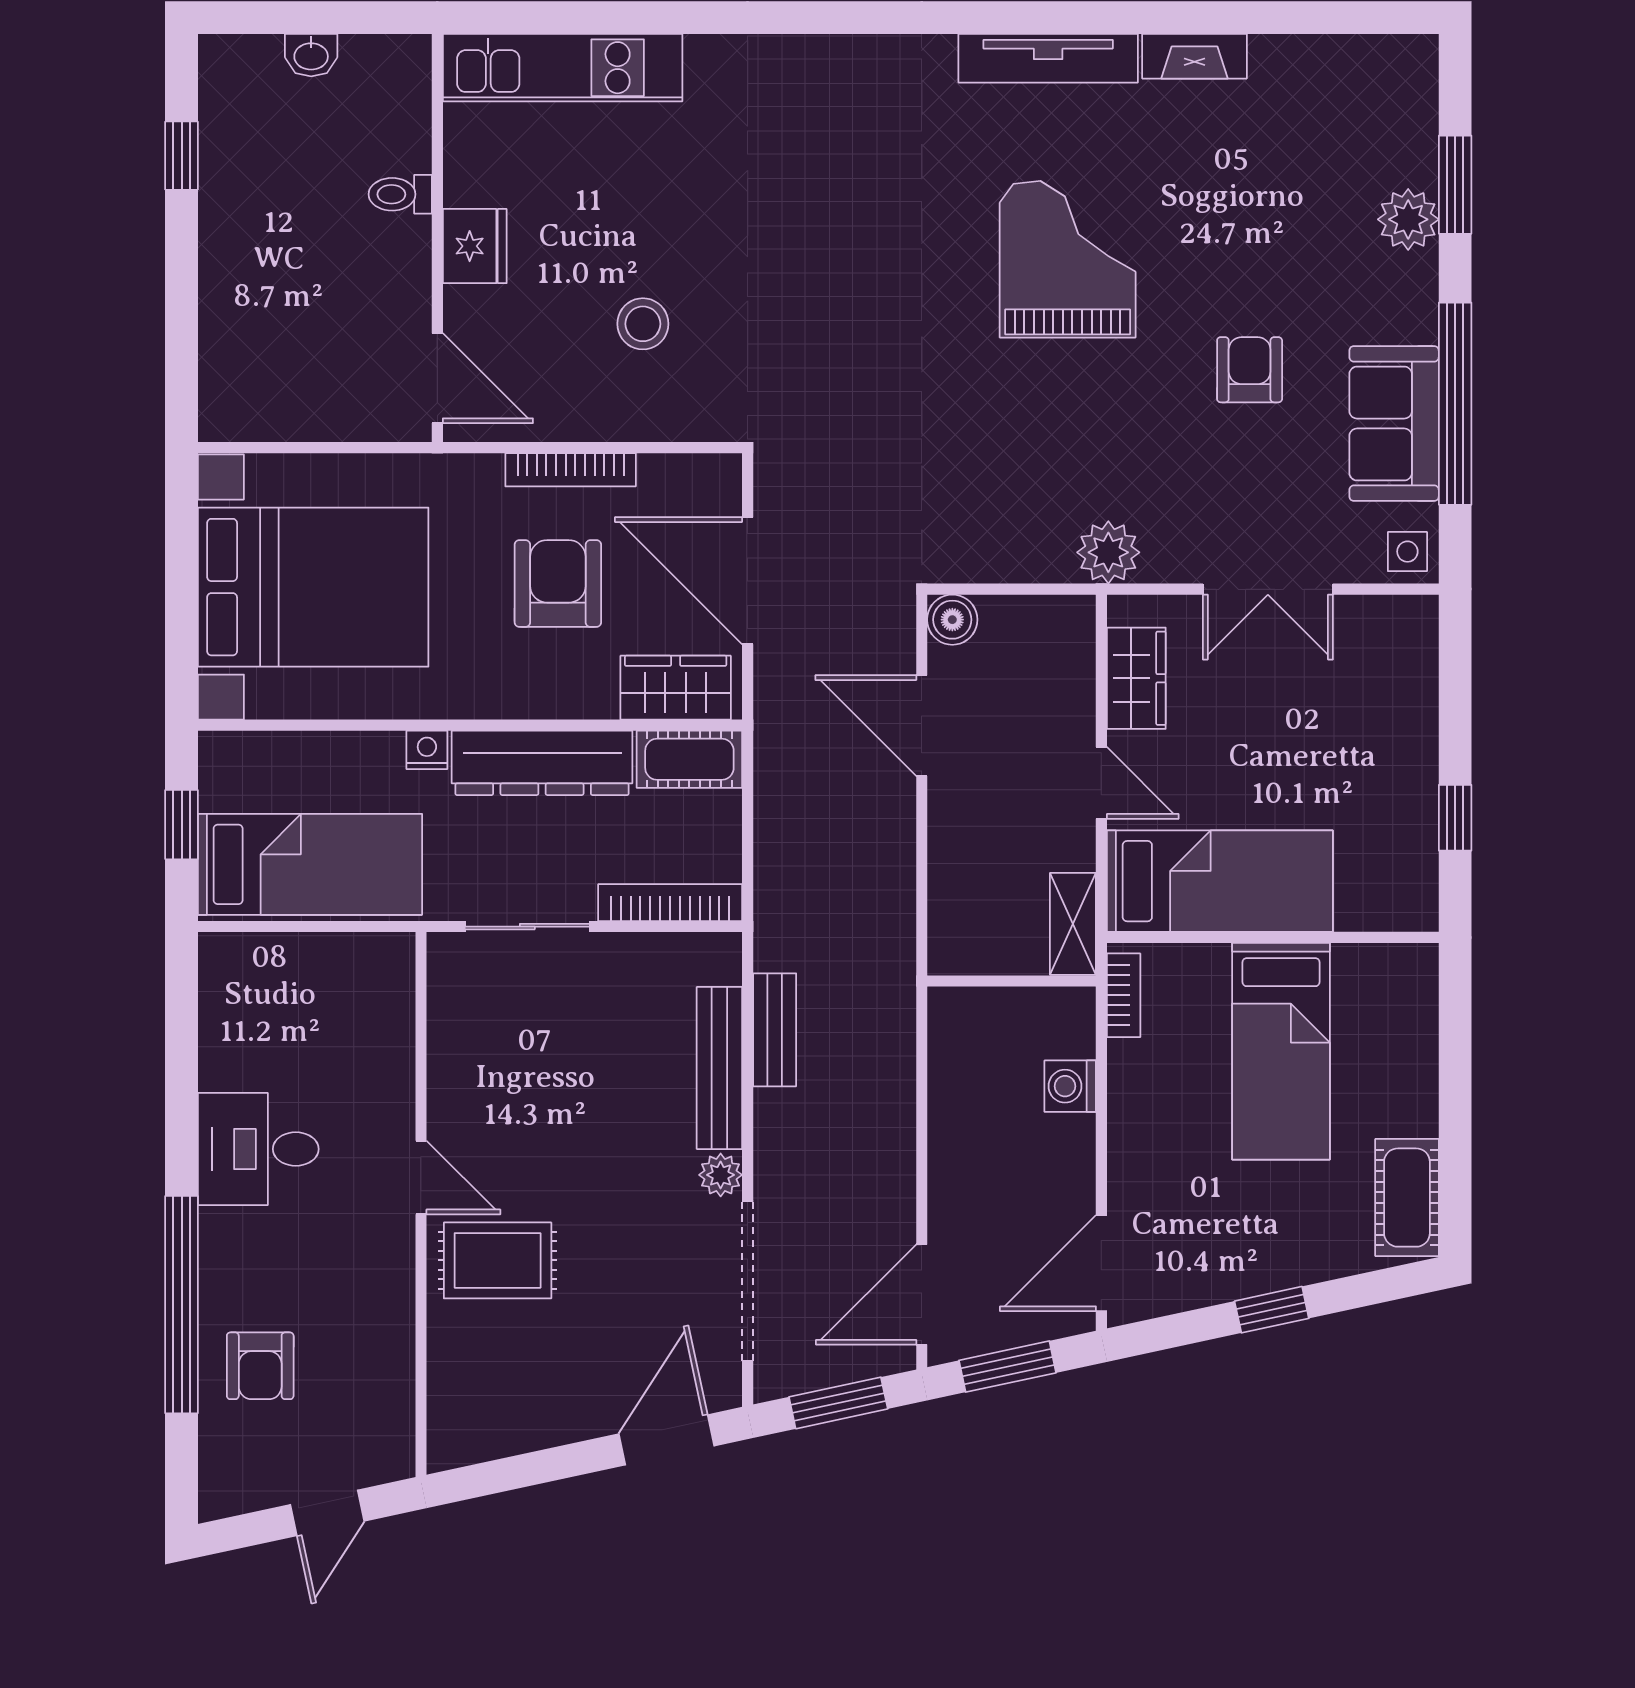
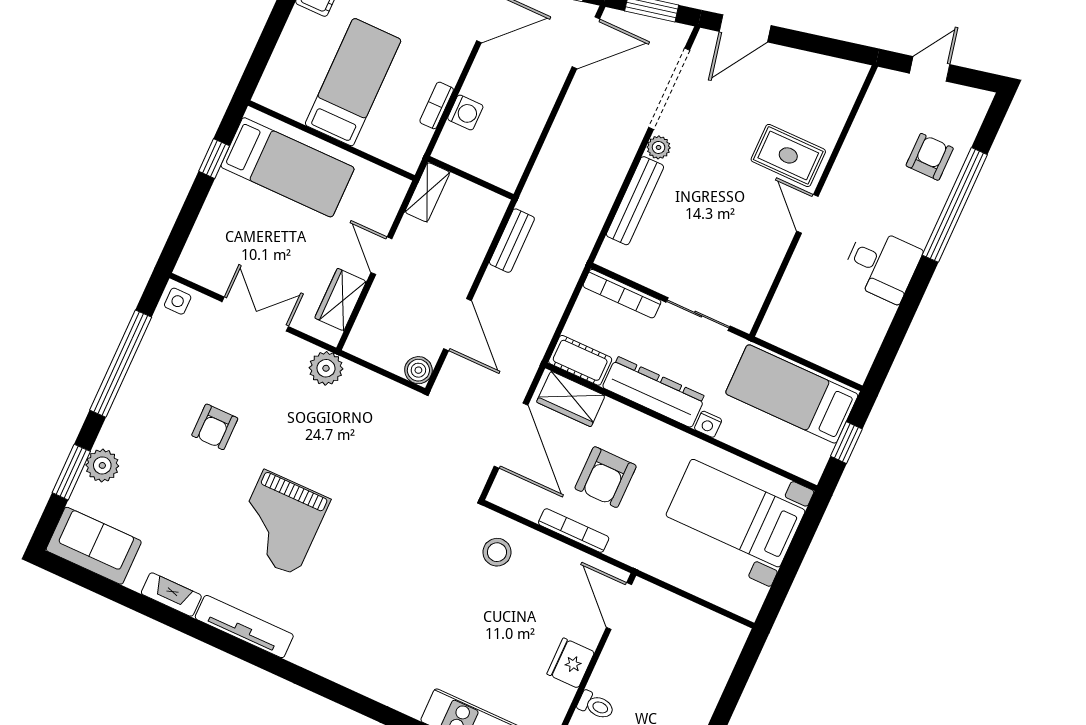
stool: (643, 324) -> (497, 552), moved
sofa: (1394, 424) -> (94, 546), moved, turned -90
bed with nightstands: (313, 587) -> (736, 513), width x0.73
bed: (1220, 881) -> (287, 167), moved, turned 180
bookcase: (1124, 995) -> (437, 105), moved
bench: (775, 1030) -> (512, 241), moved

